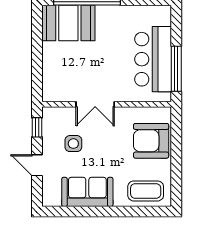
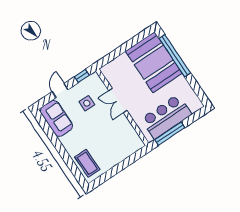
booth: (68, 23) -> (154, 62), width x1.36, depth x1.42
armchair: (151, 141) -> (118, 147), removed
sofa: (87, 192) -> (56, 118), moved

